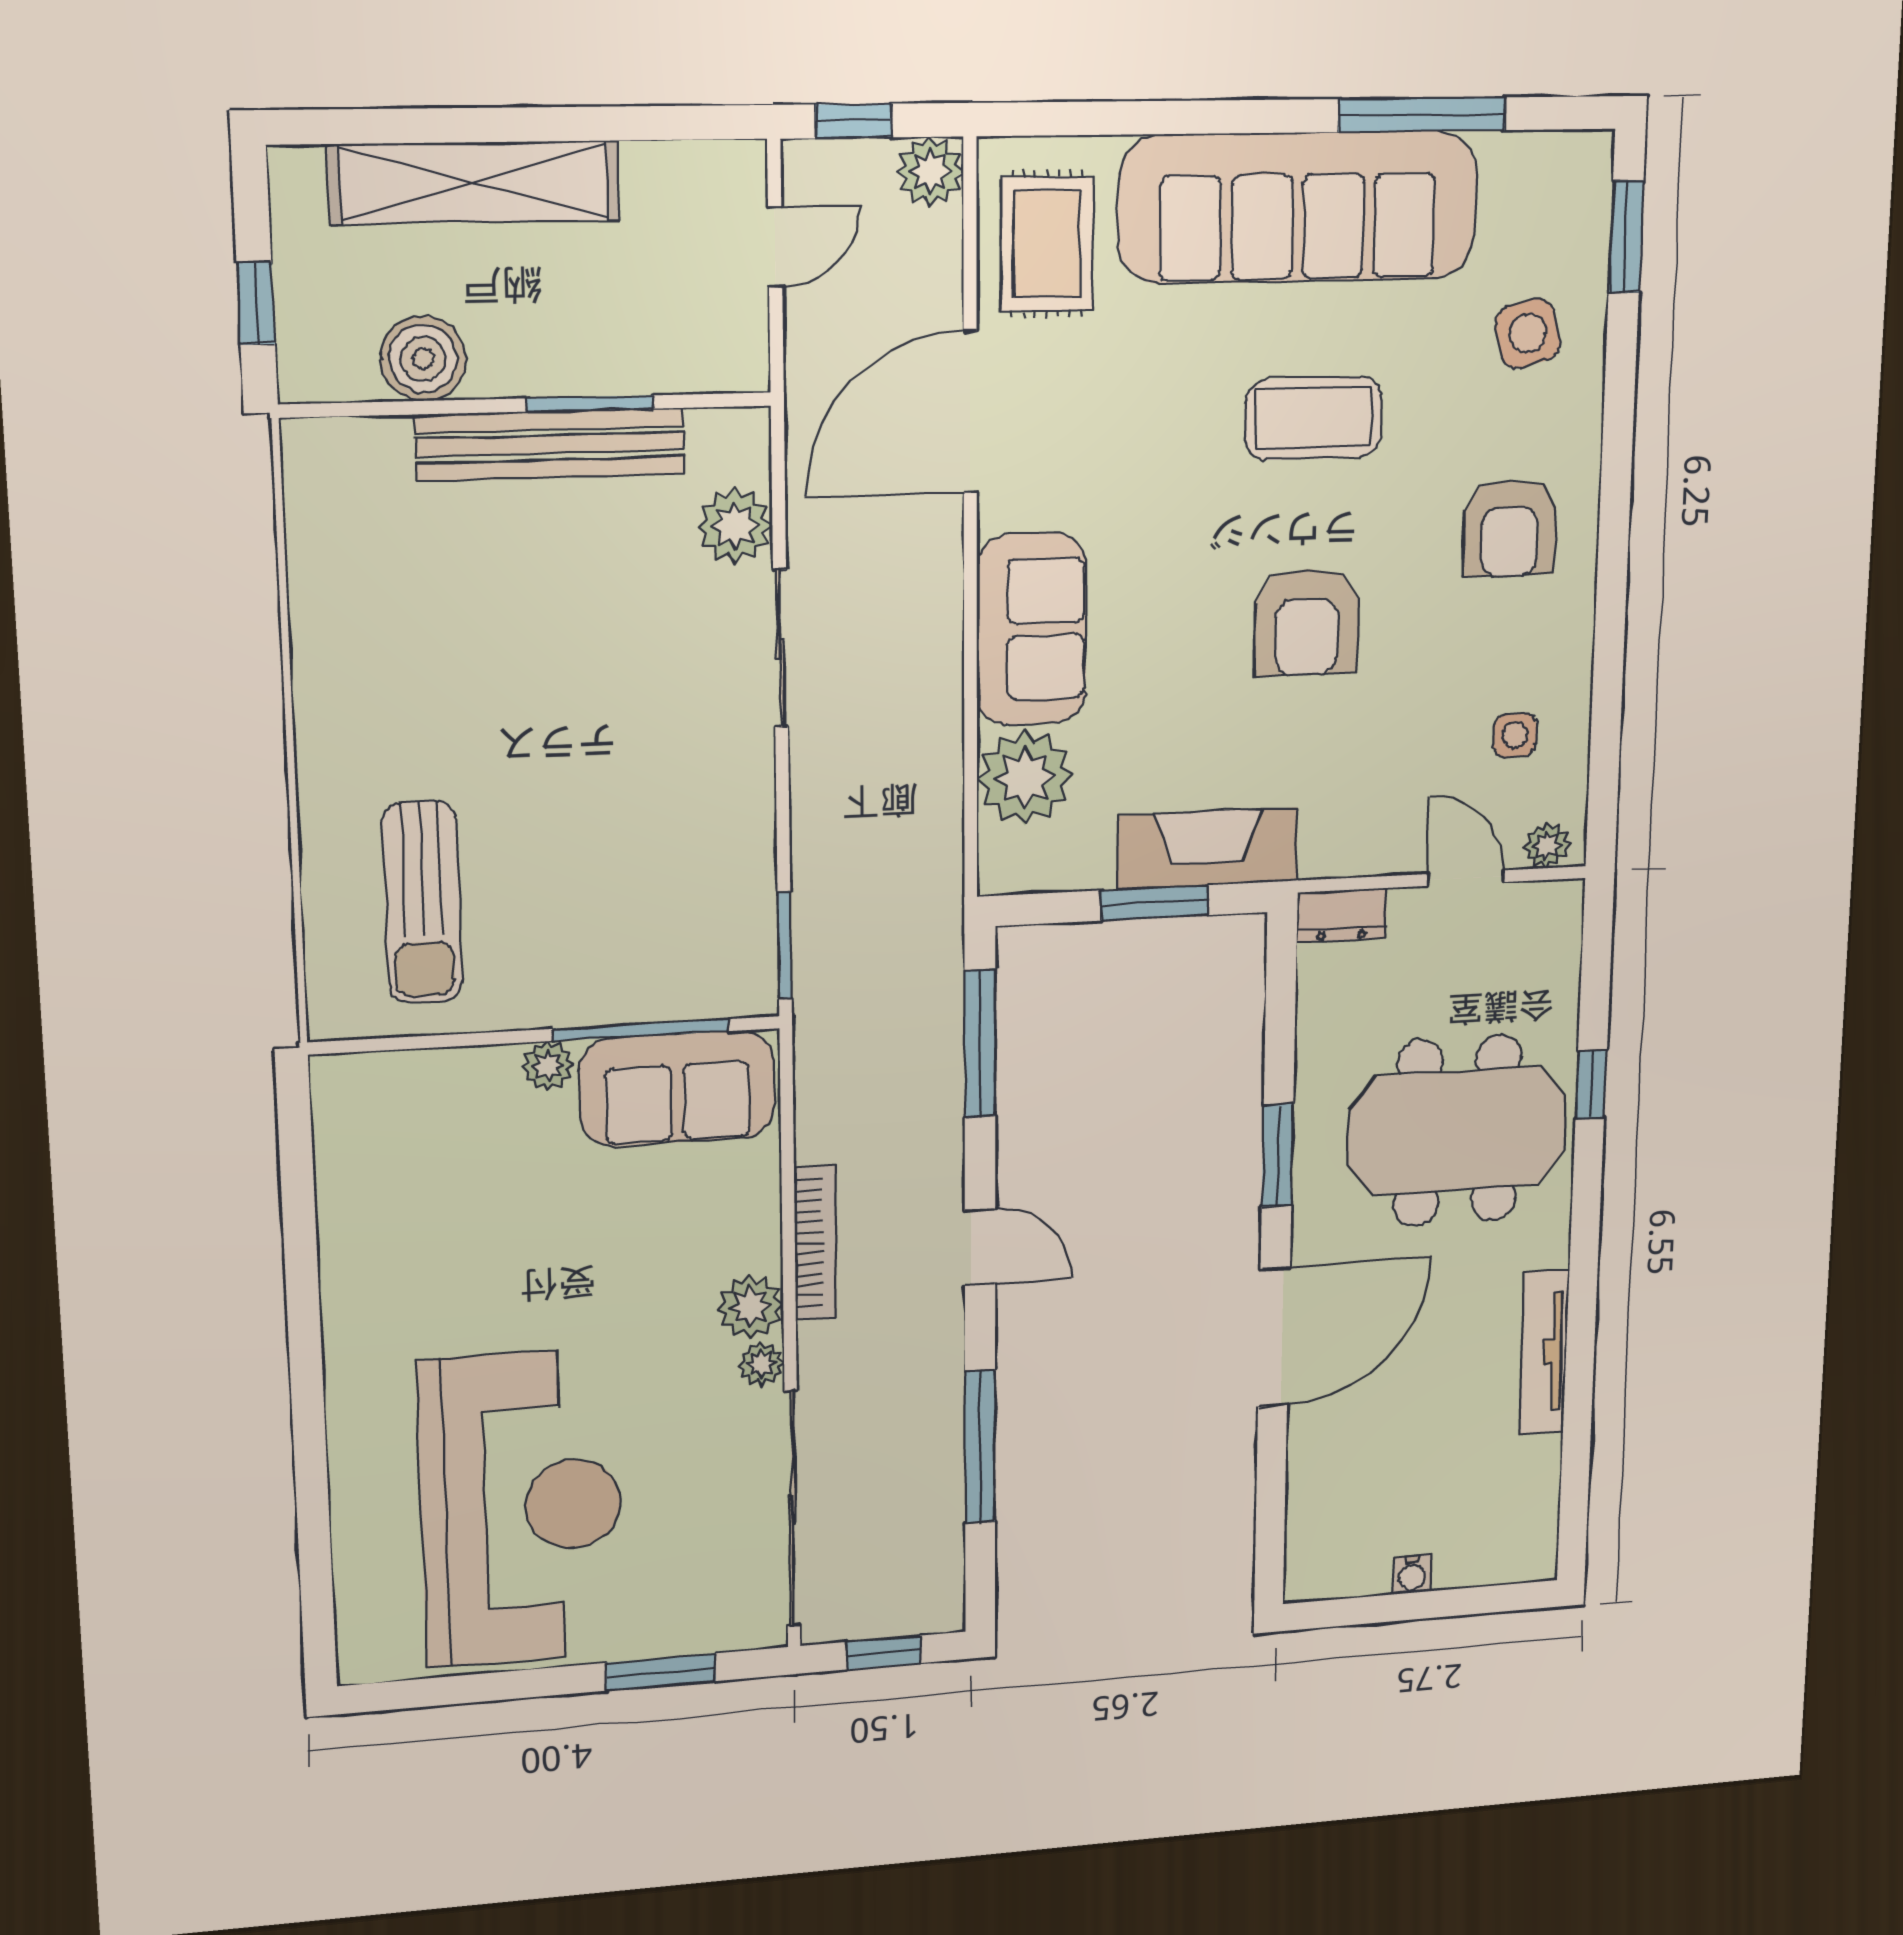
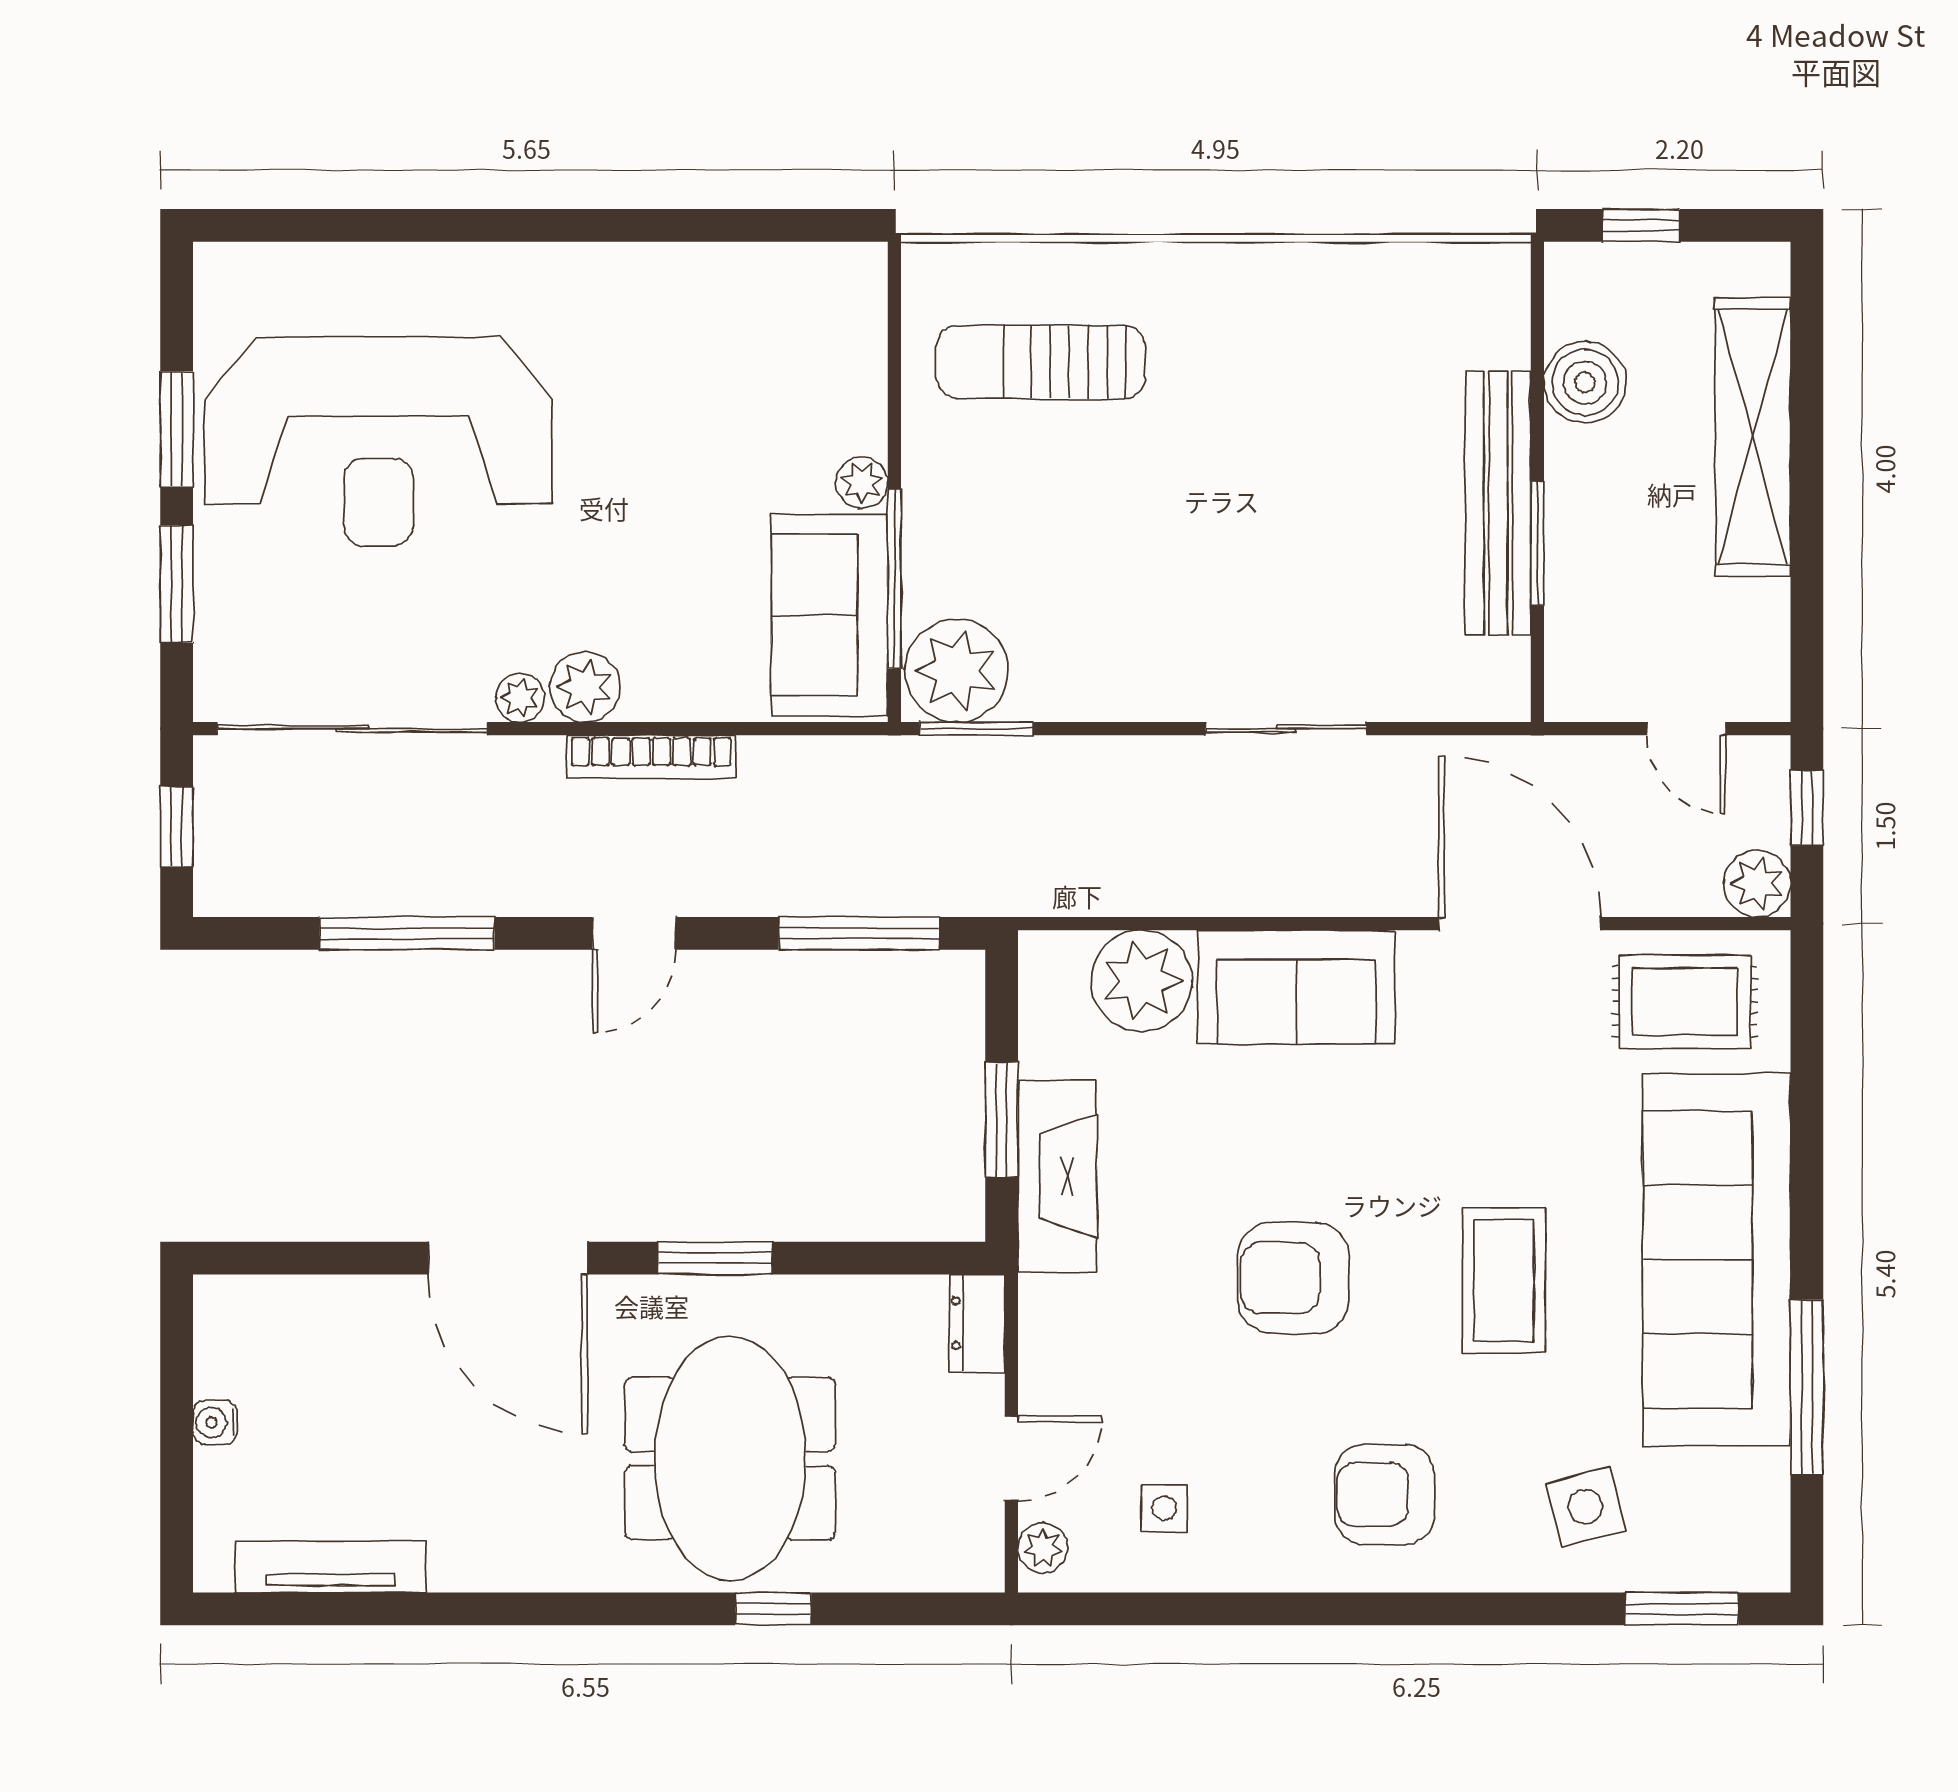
plant: (735, 526) -> (956, 671), moved, width x1.36, depth x1.36
tv unit: (1544, 1352) -> (330, 1567), moved
window: (516, 1685) -> (177, 429), added

